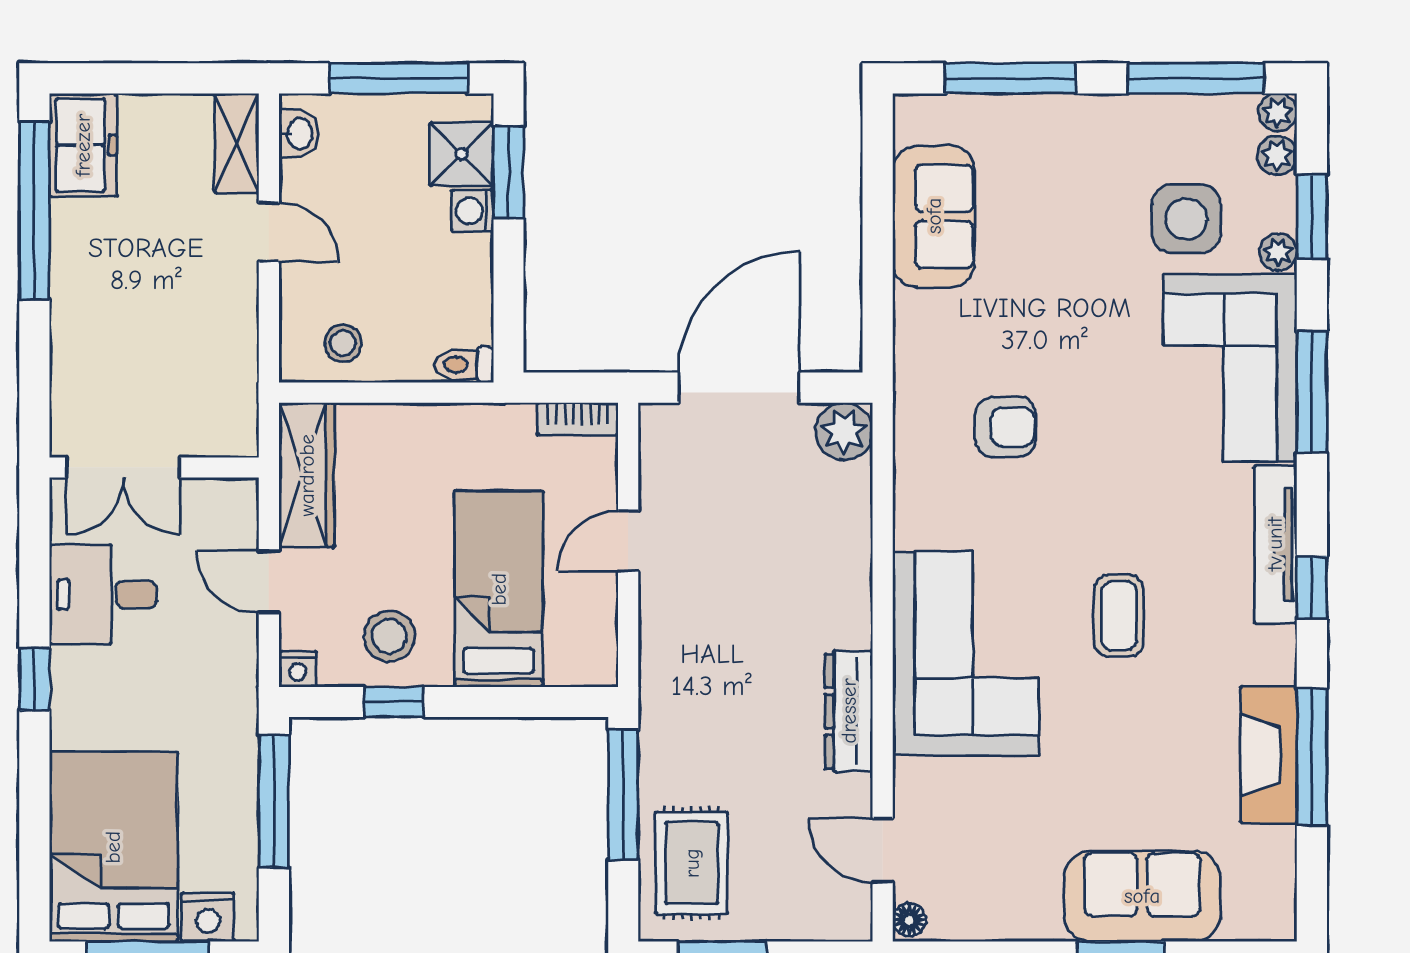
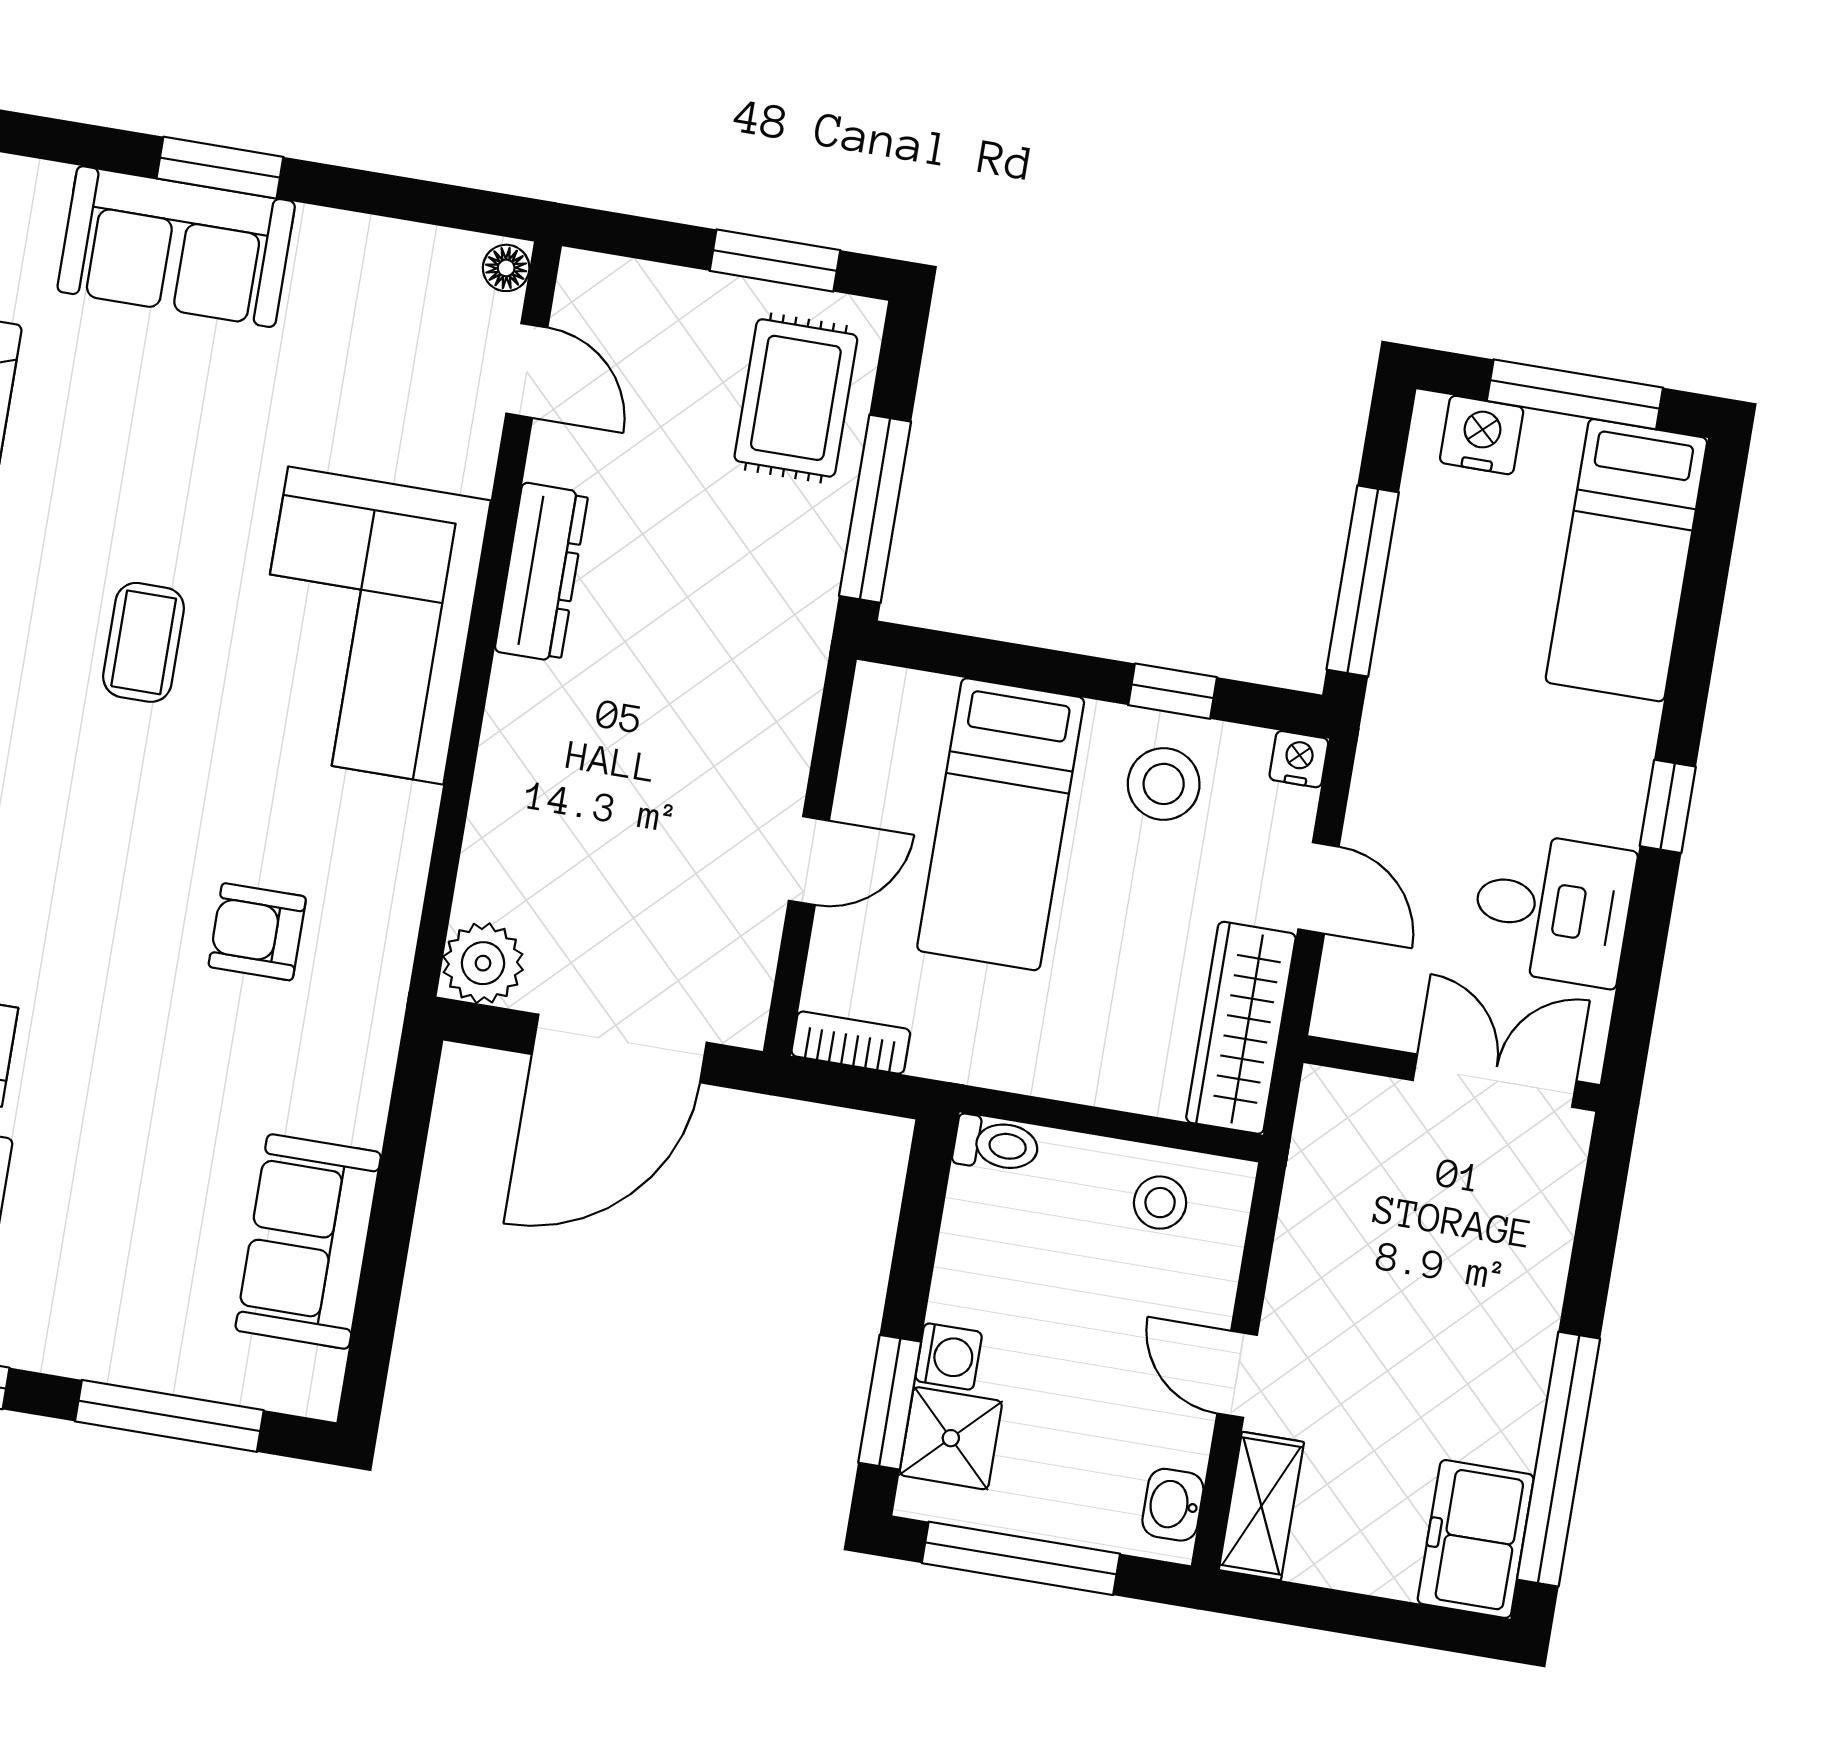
bed: (113, 847) -> (1626, 560), width x0.67

